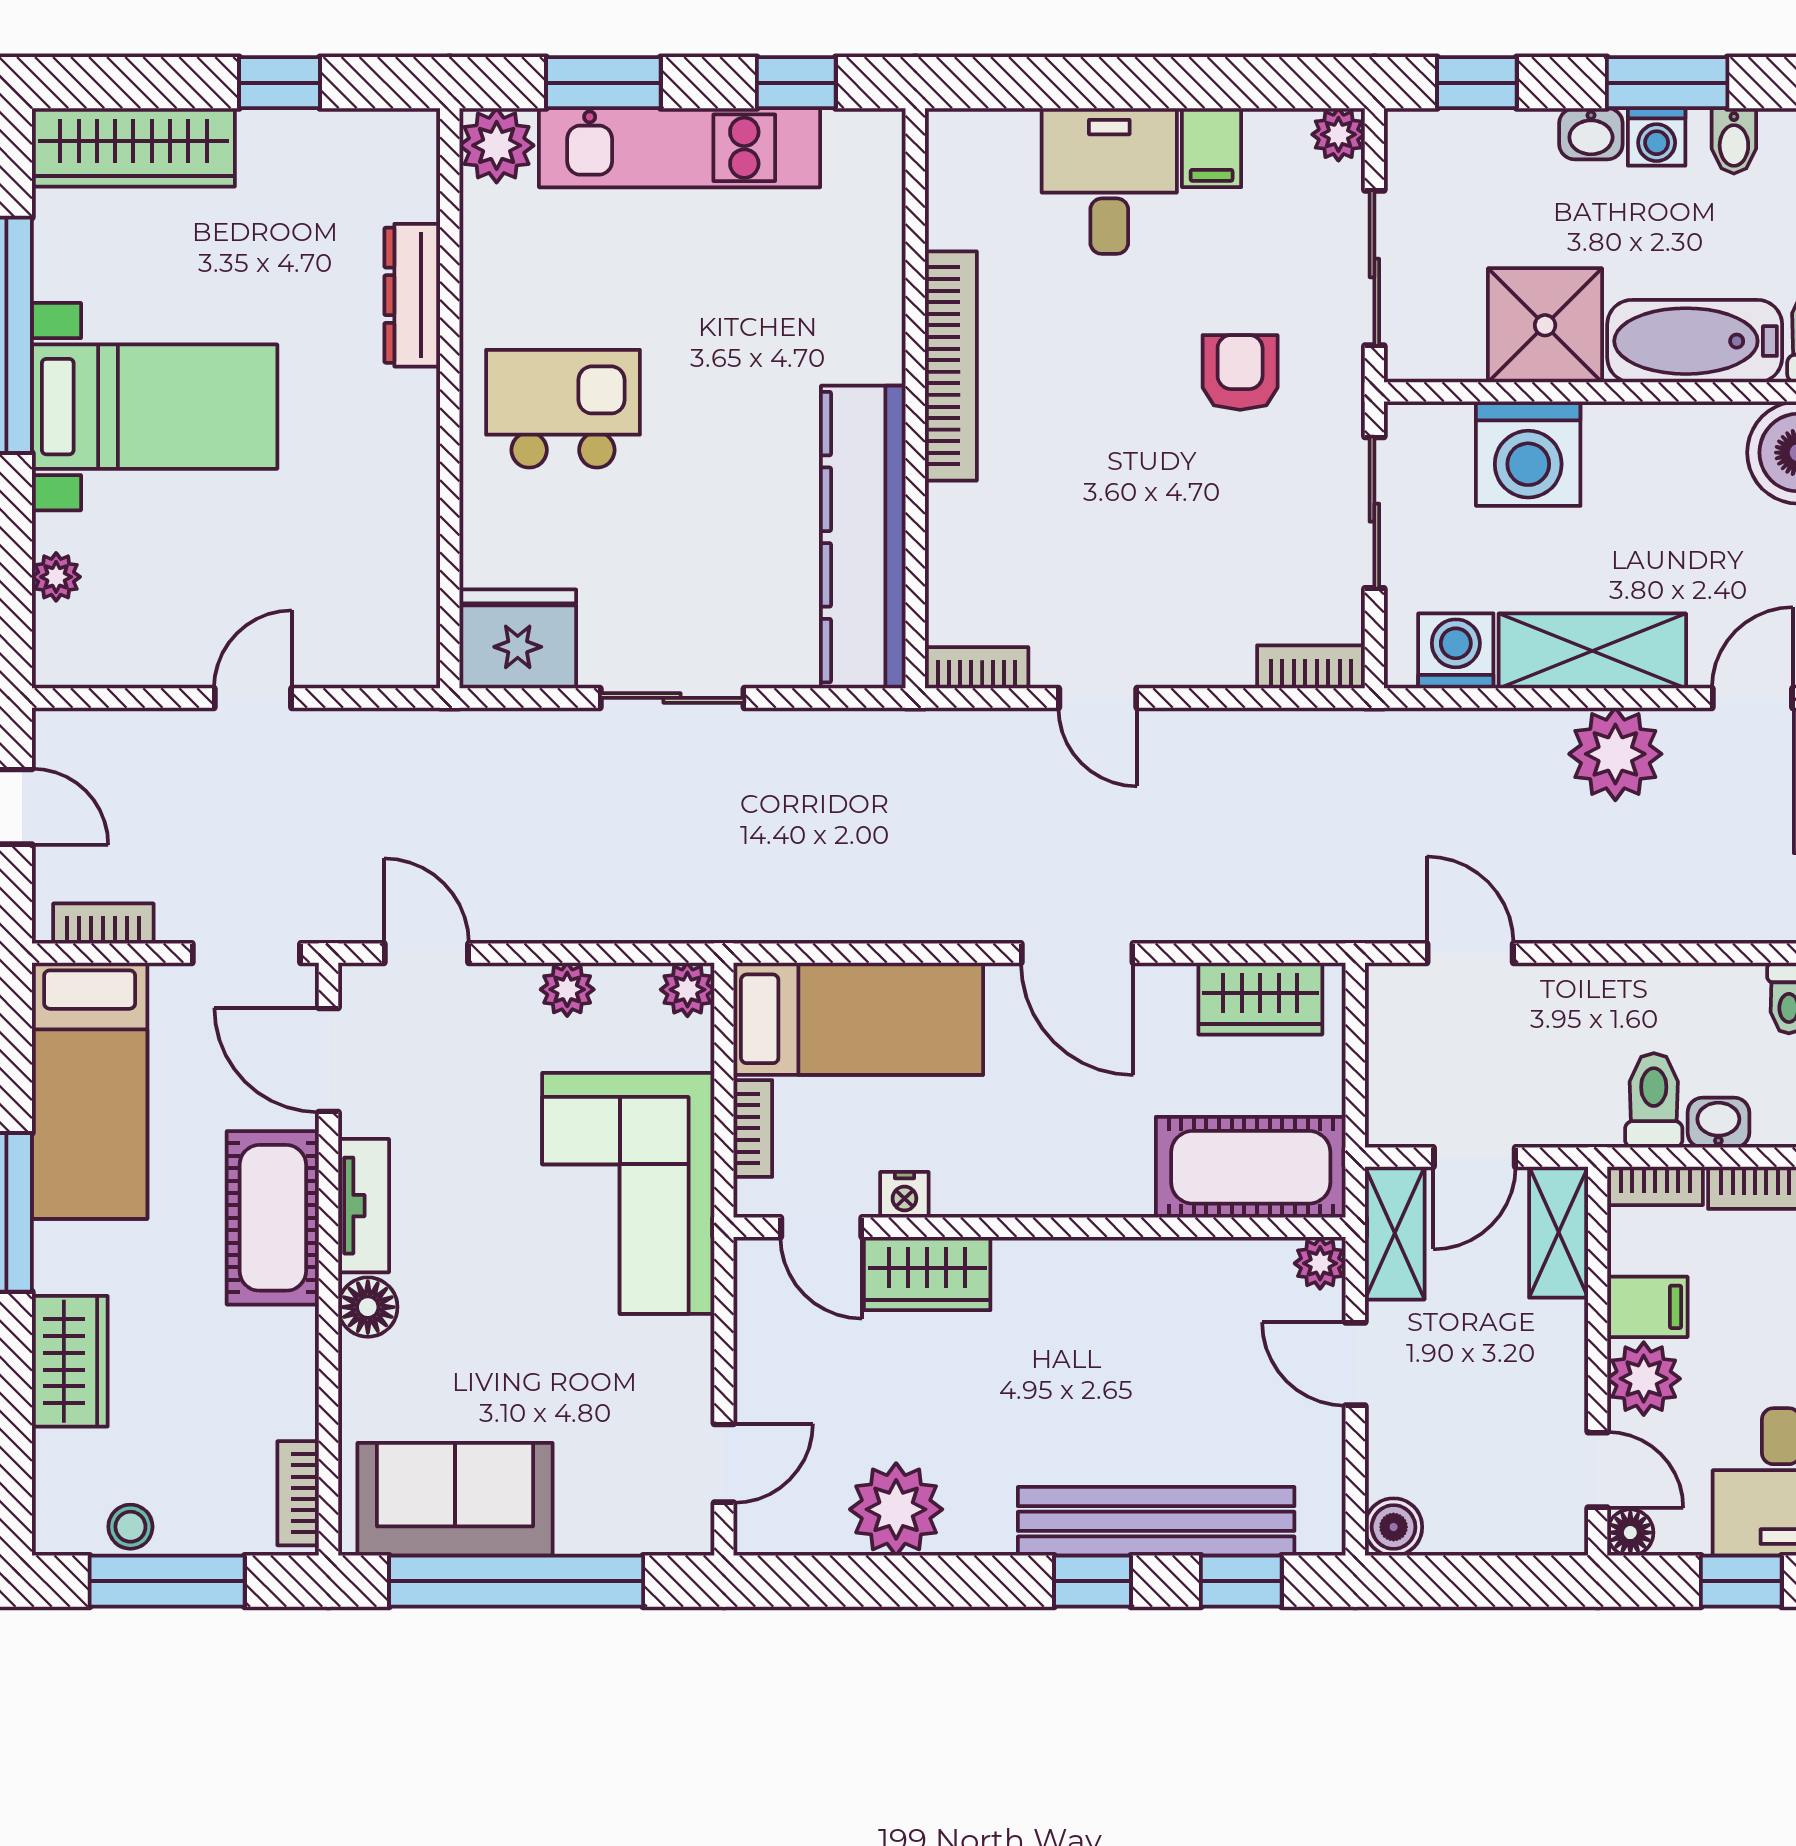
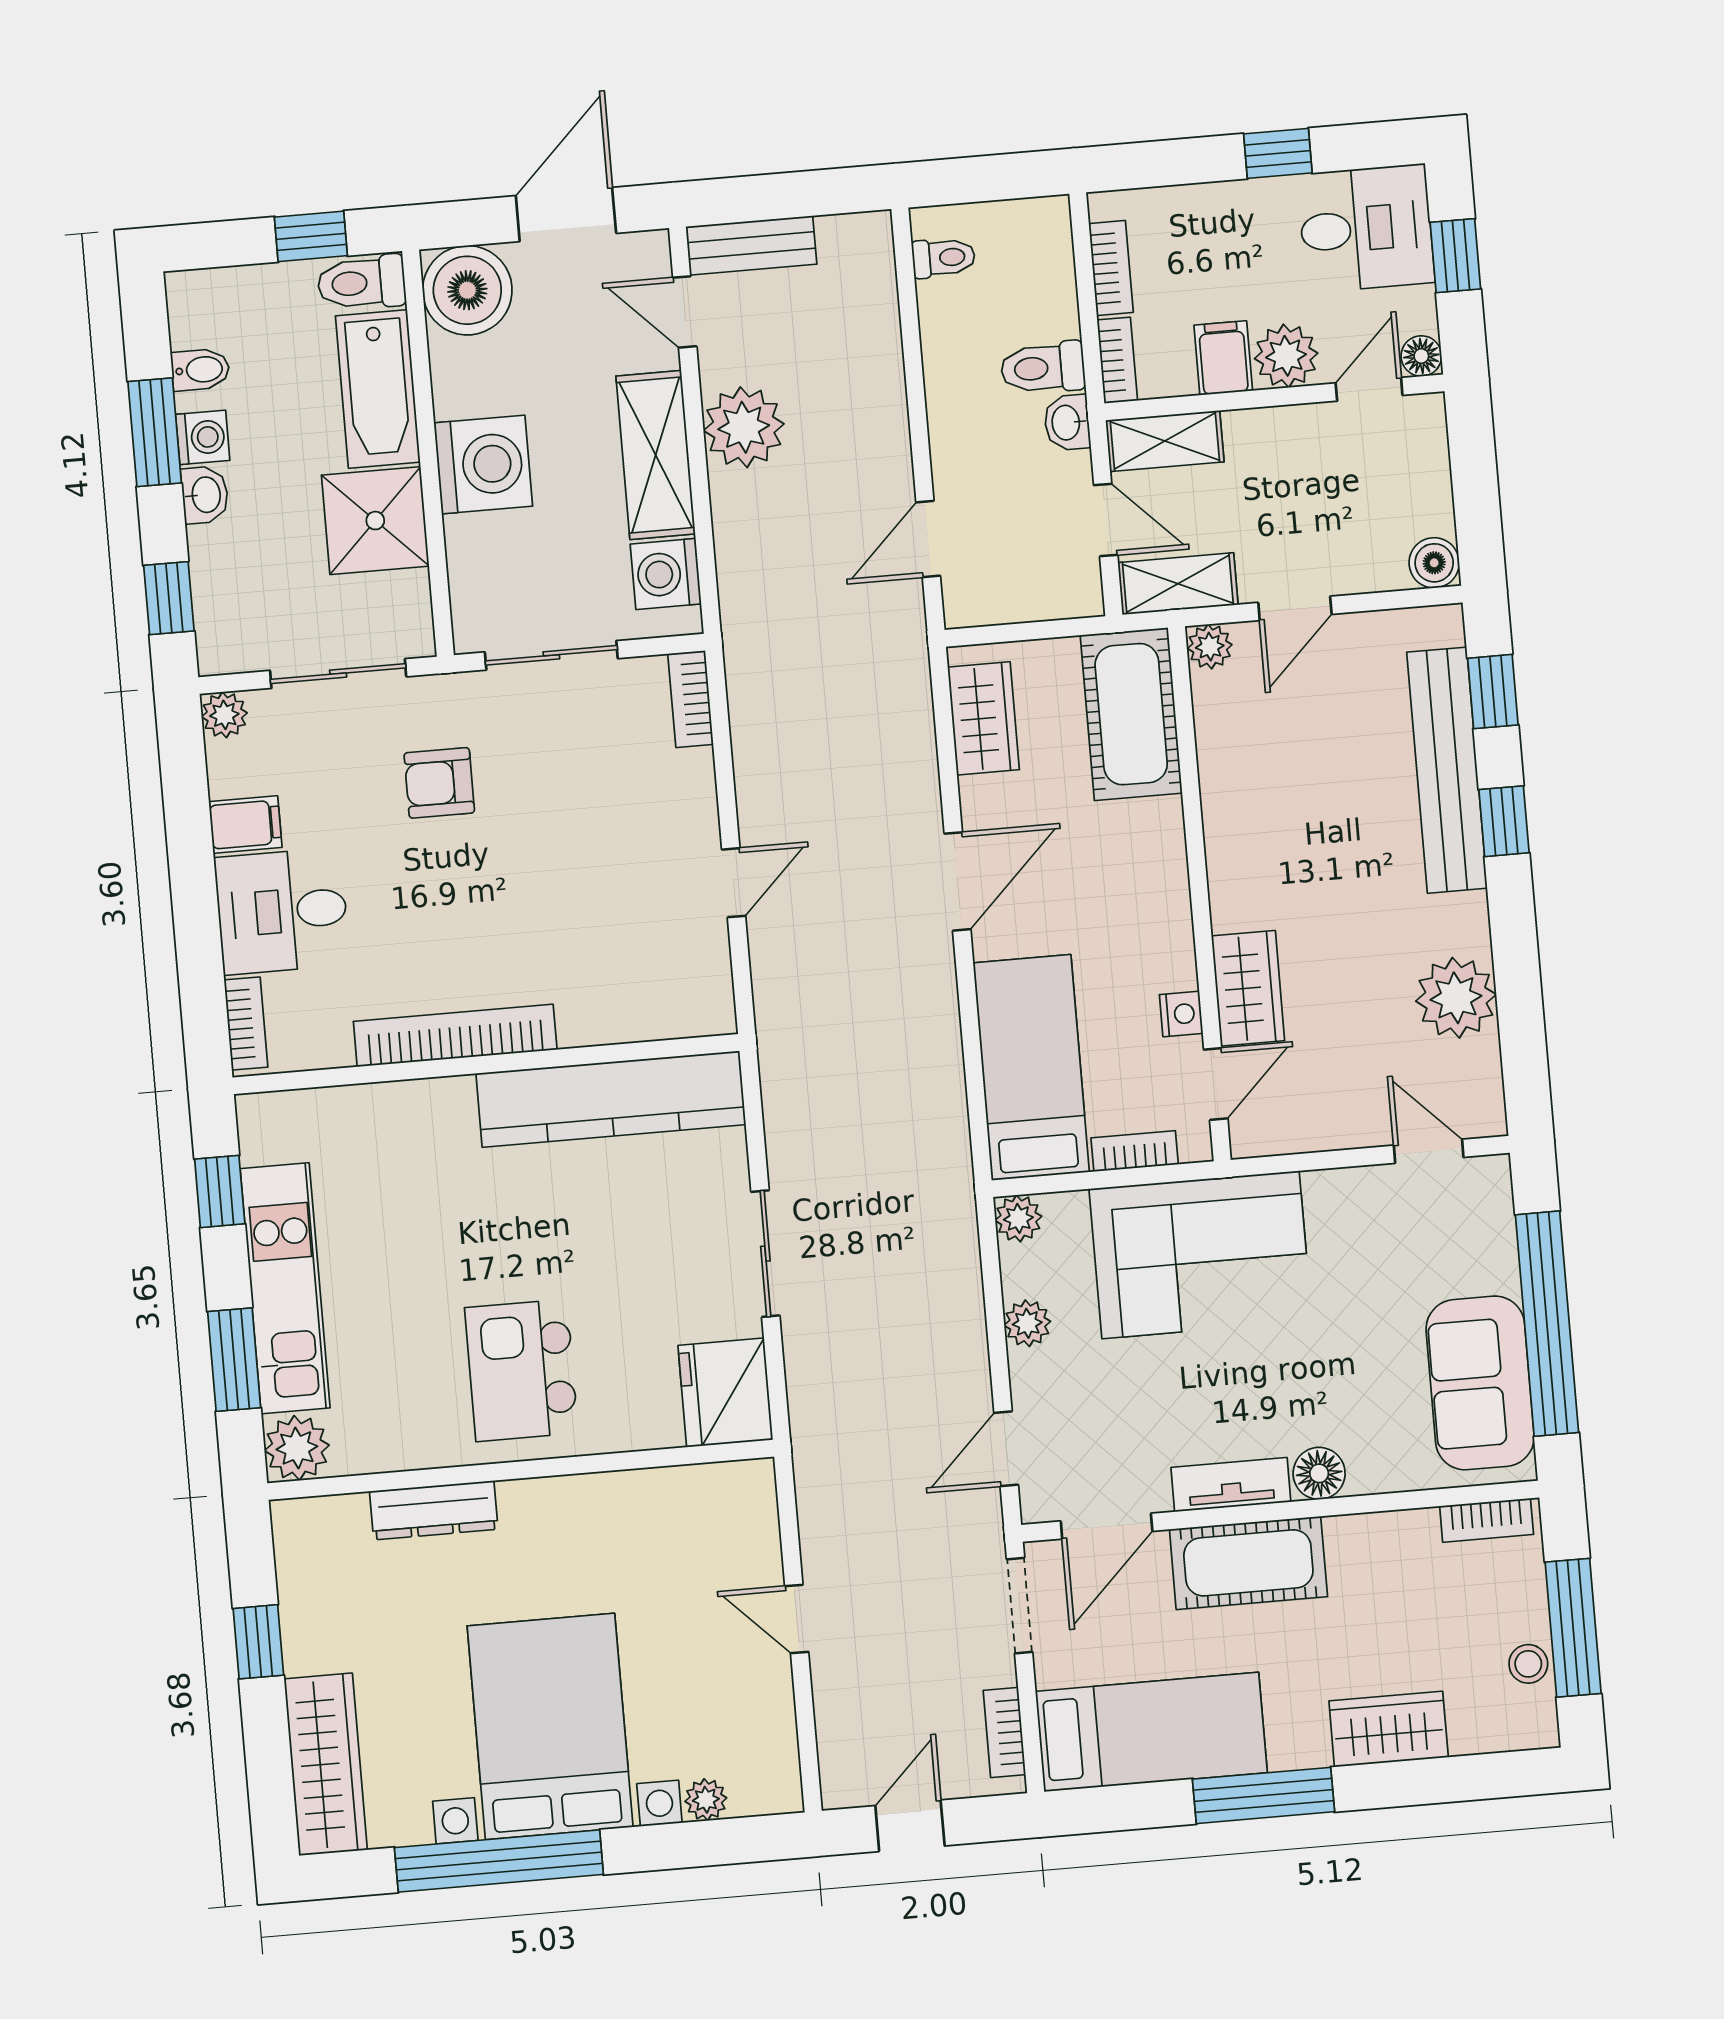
bed with nightstands: (155, 407) -> (550, 1726), width x1.36
washing machine: (1528, 454) -> (483, 465), moved
bookcase: (977, 668) -> (246, 1024), moved, turned 180
washbasin: (1718, 1123) -> (1067, 423), moved

